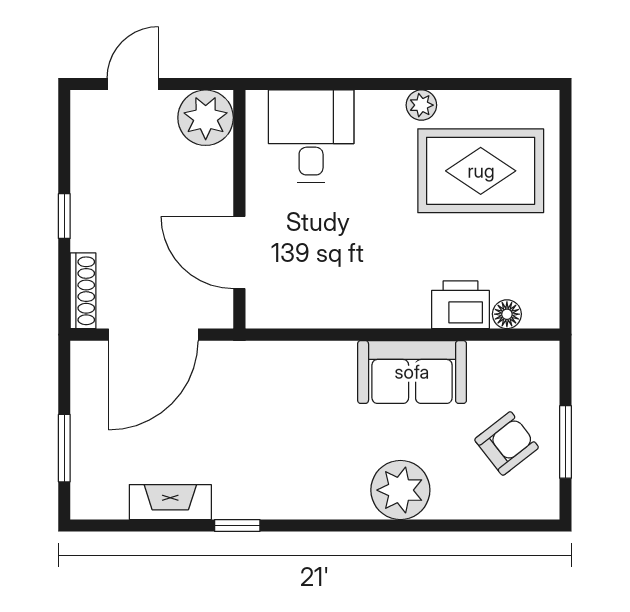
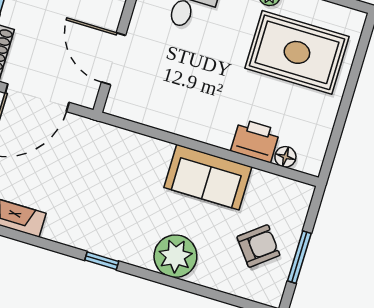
window: (237, 526) -> (102, 261), moved

